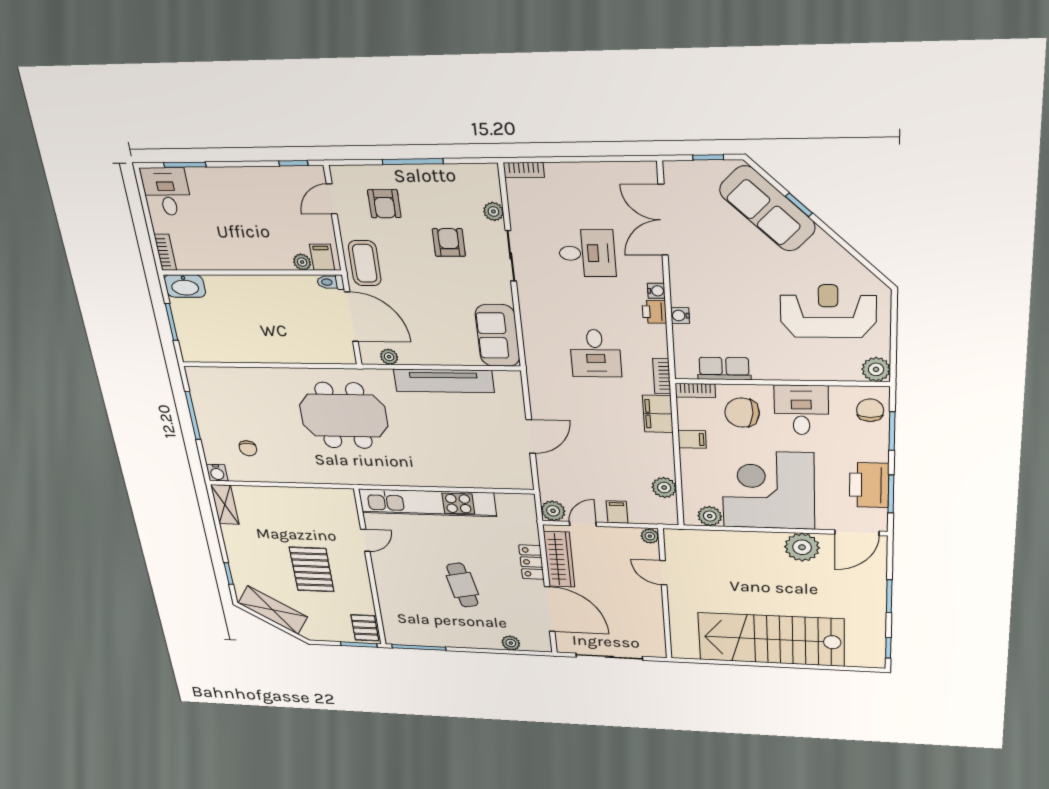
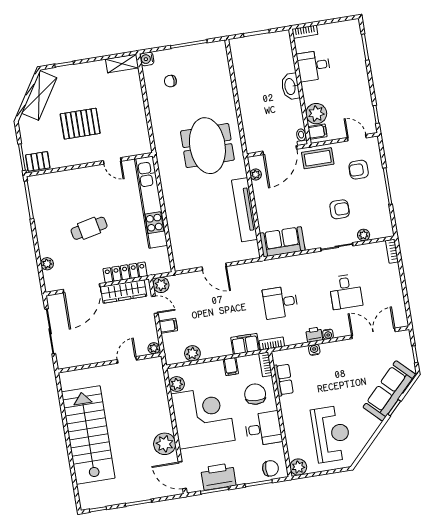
desk: (167, 191) -> (314, 66), moved, turned 180
plant: (302, 262) -> (316, 114), width x1.88, depth x1.88
washbasin: (185, 286) -> (290, 86), moved
locker: (532, 562) -> (125, 272), width x1.53

